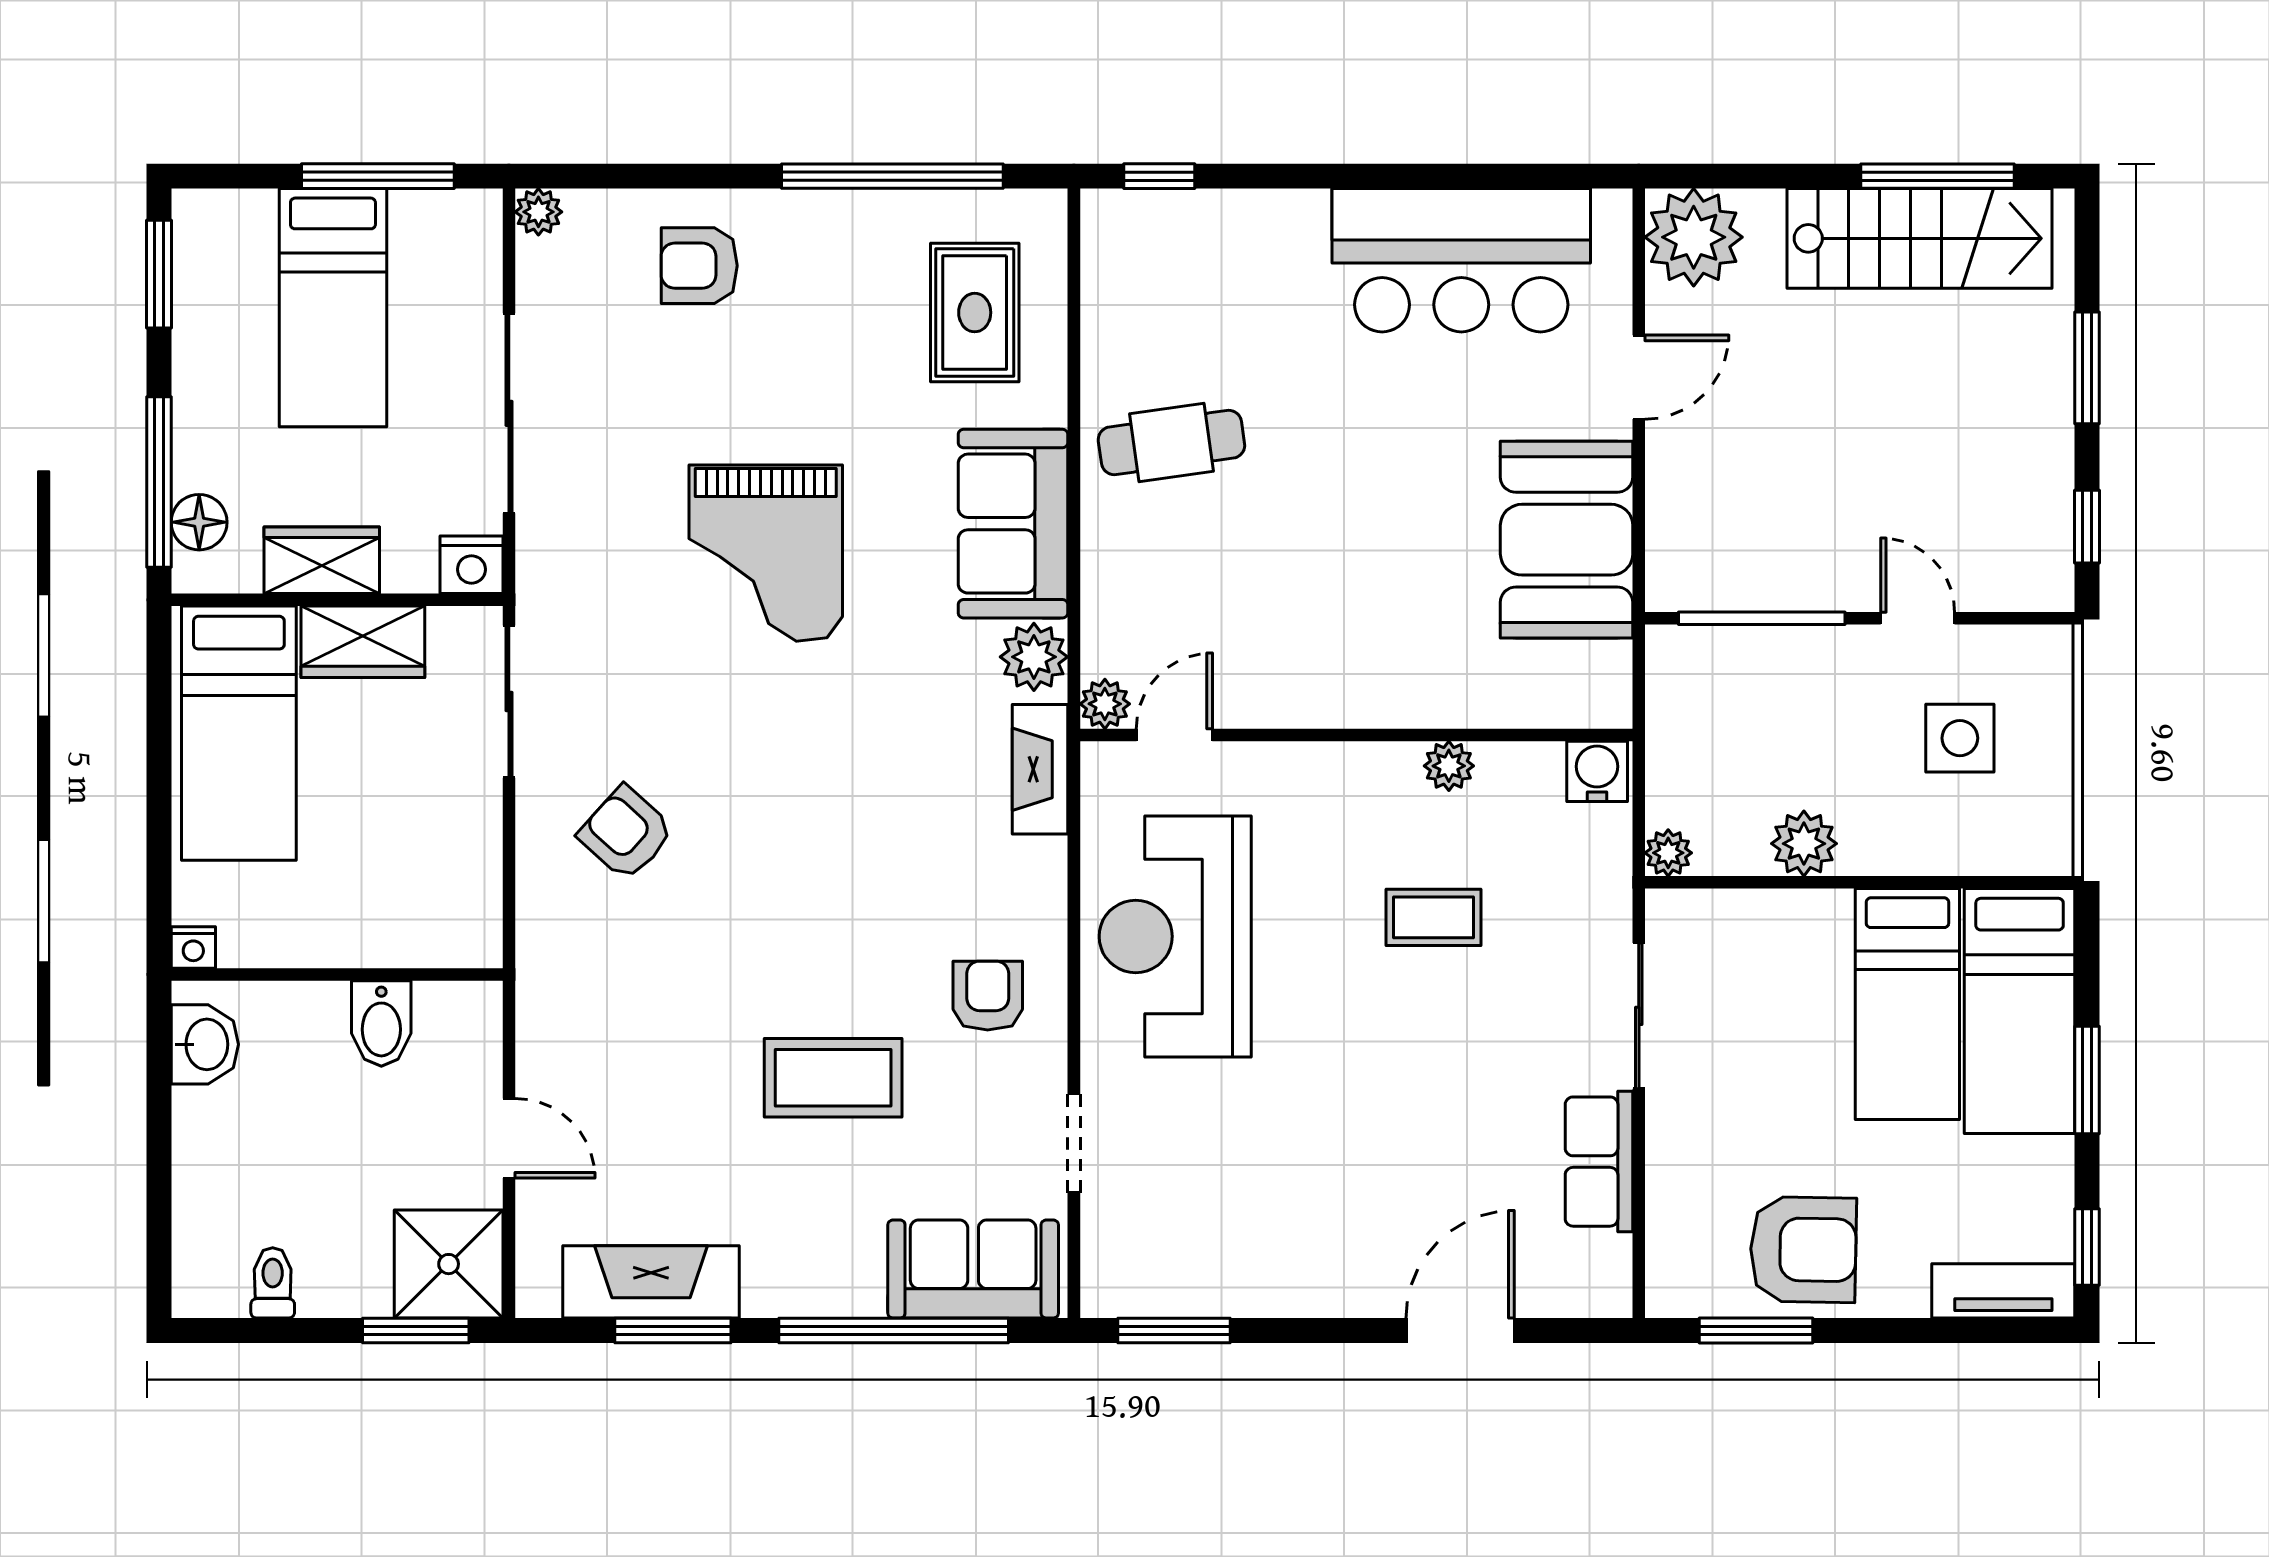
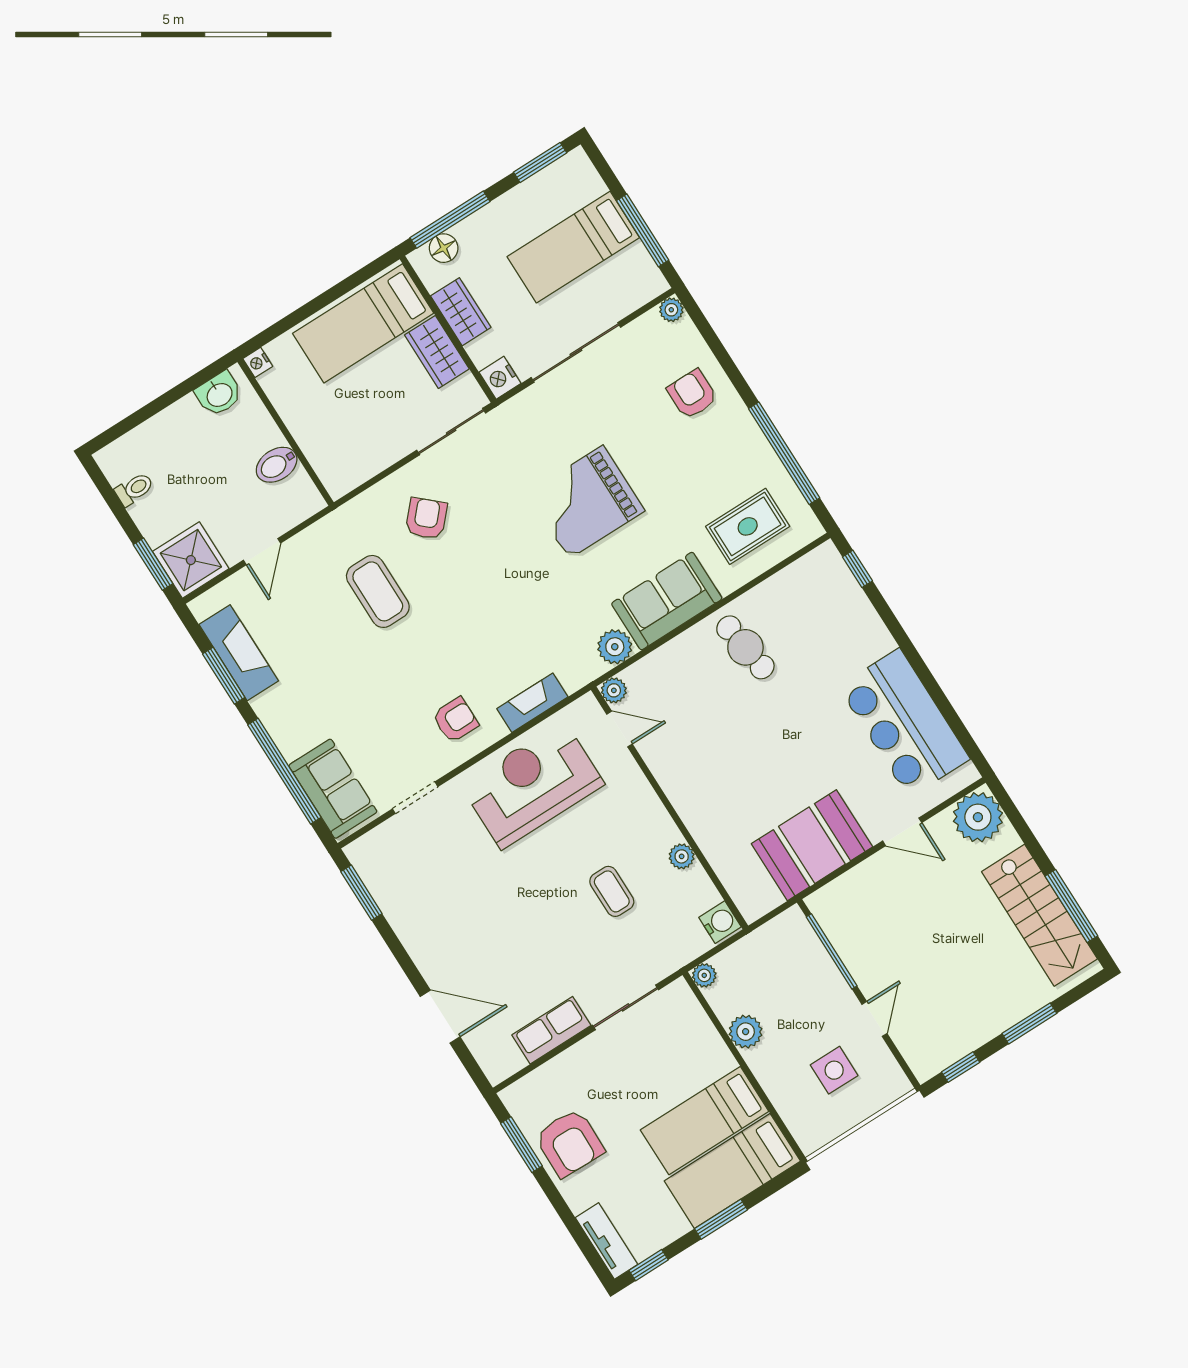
fireplace: (1040, 769) -> (532, 703), moved
coffee table: (833, 1078) -> (378, 591), moved

